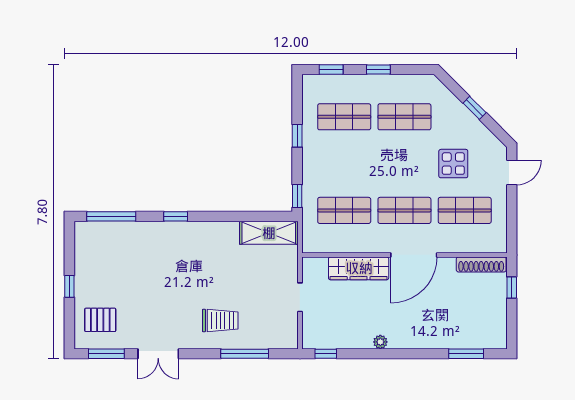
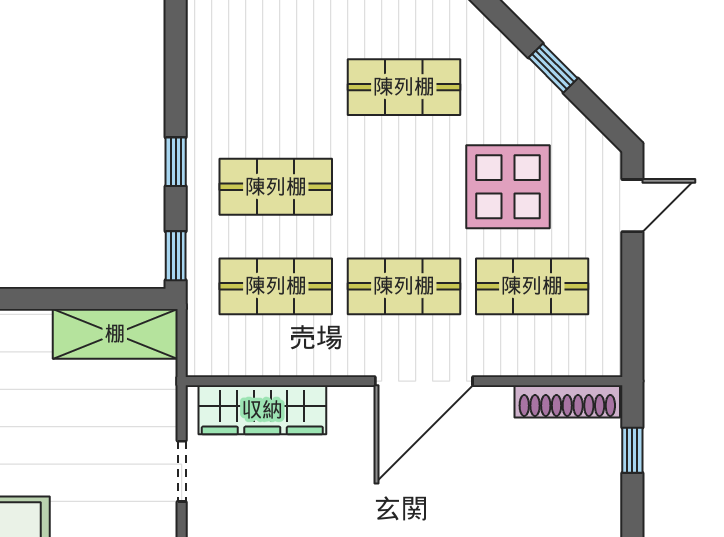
shop shelf: (344, 117) -> (276, 187), moved
window: (297, 136) -> (176, 162), moved
display table: (453, 164) -> (508, 187), width x1.36, depth x1.36
wardrobe: (359, 268) -> (262, 410), moved

